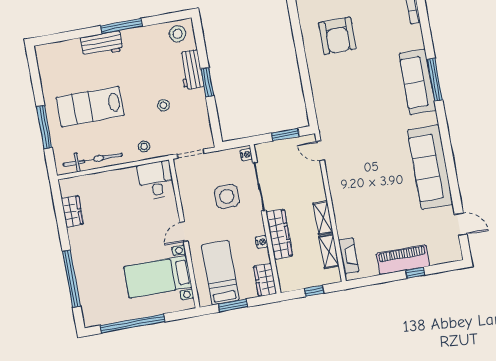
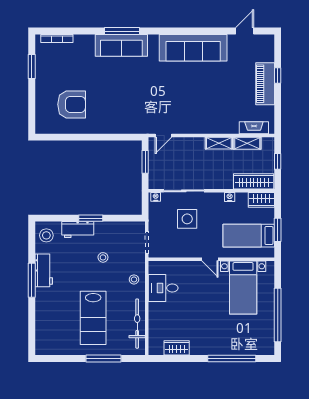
workbench: (102, 44) -> (44, 270), moved
desk: (156, 180) -> (163, 288), moved
wardrobe: (279, 234) -> (254, 181), moved

